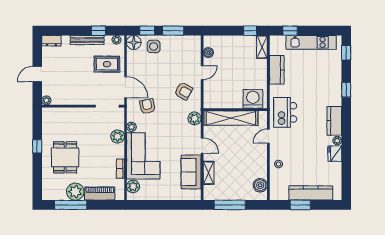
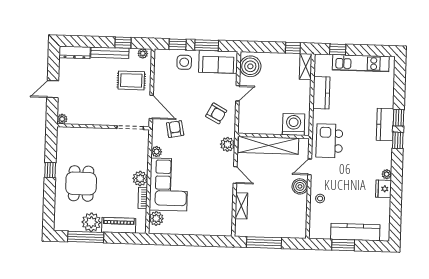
dresser: (51, 41) -> (75, 52), width x1.44
floor lamp: (134, 42) -> (162, 57), removed
boiler: (208, 53) -> (250, 66), width x1.86, depth x1.86
window: (346, 53) -> (398, 140), moved
kitchen counter: (334, 121) -> (385, 125), moved
plant: (118, 136) -> (140, 179), moved
sofa: (191, 172) -> (218, 62), moved, turned -90
boiler: (260, 185) -> (300, 186), moved

